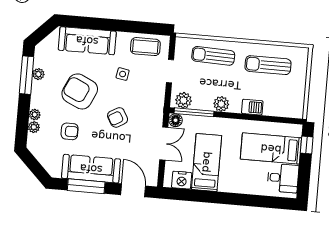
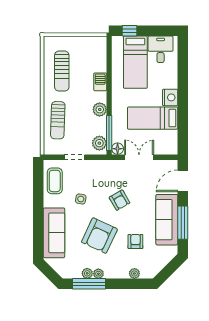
plant: (35, 115) -> (98, 274), moved
nightstand: (182, 180) -> (170, 97), moved

